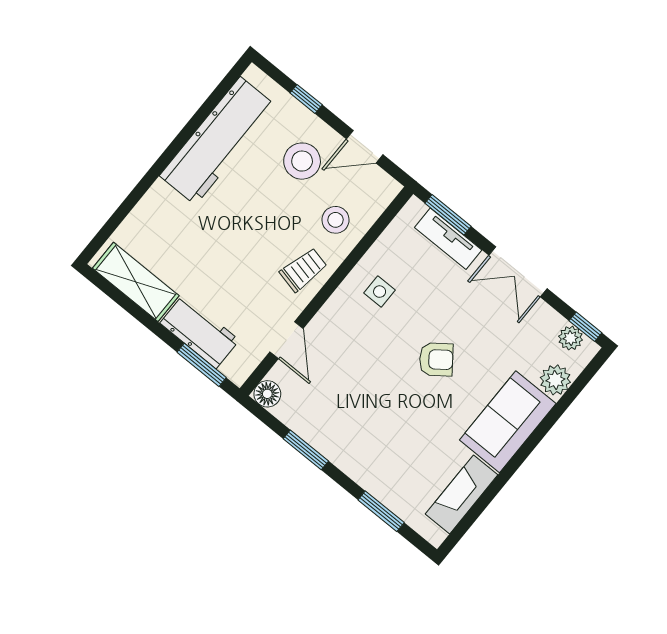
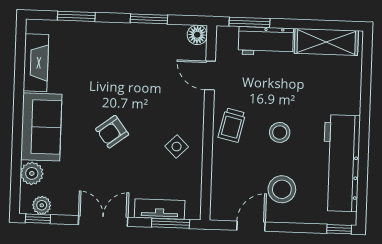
window: (306, 99) -> (339, 229), moved
stool: (335, 220) -> (280, 132), moved
side table: (380, 292) -> (177, 147), turned 45

